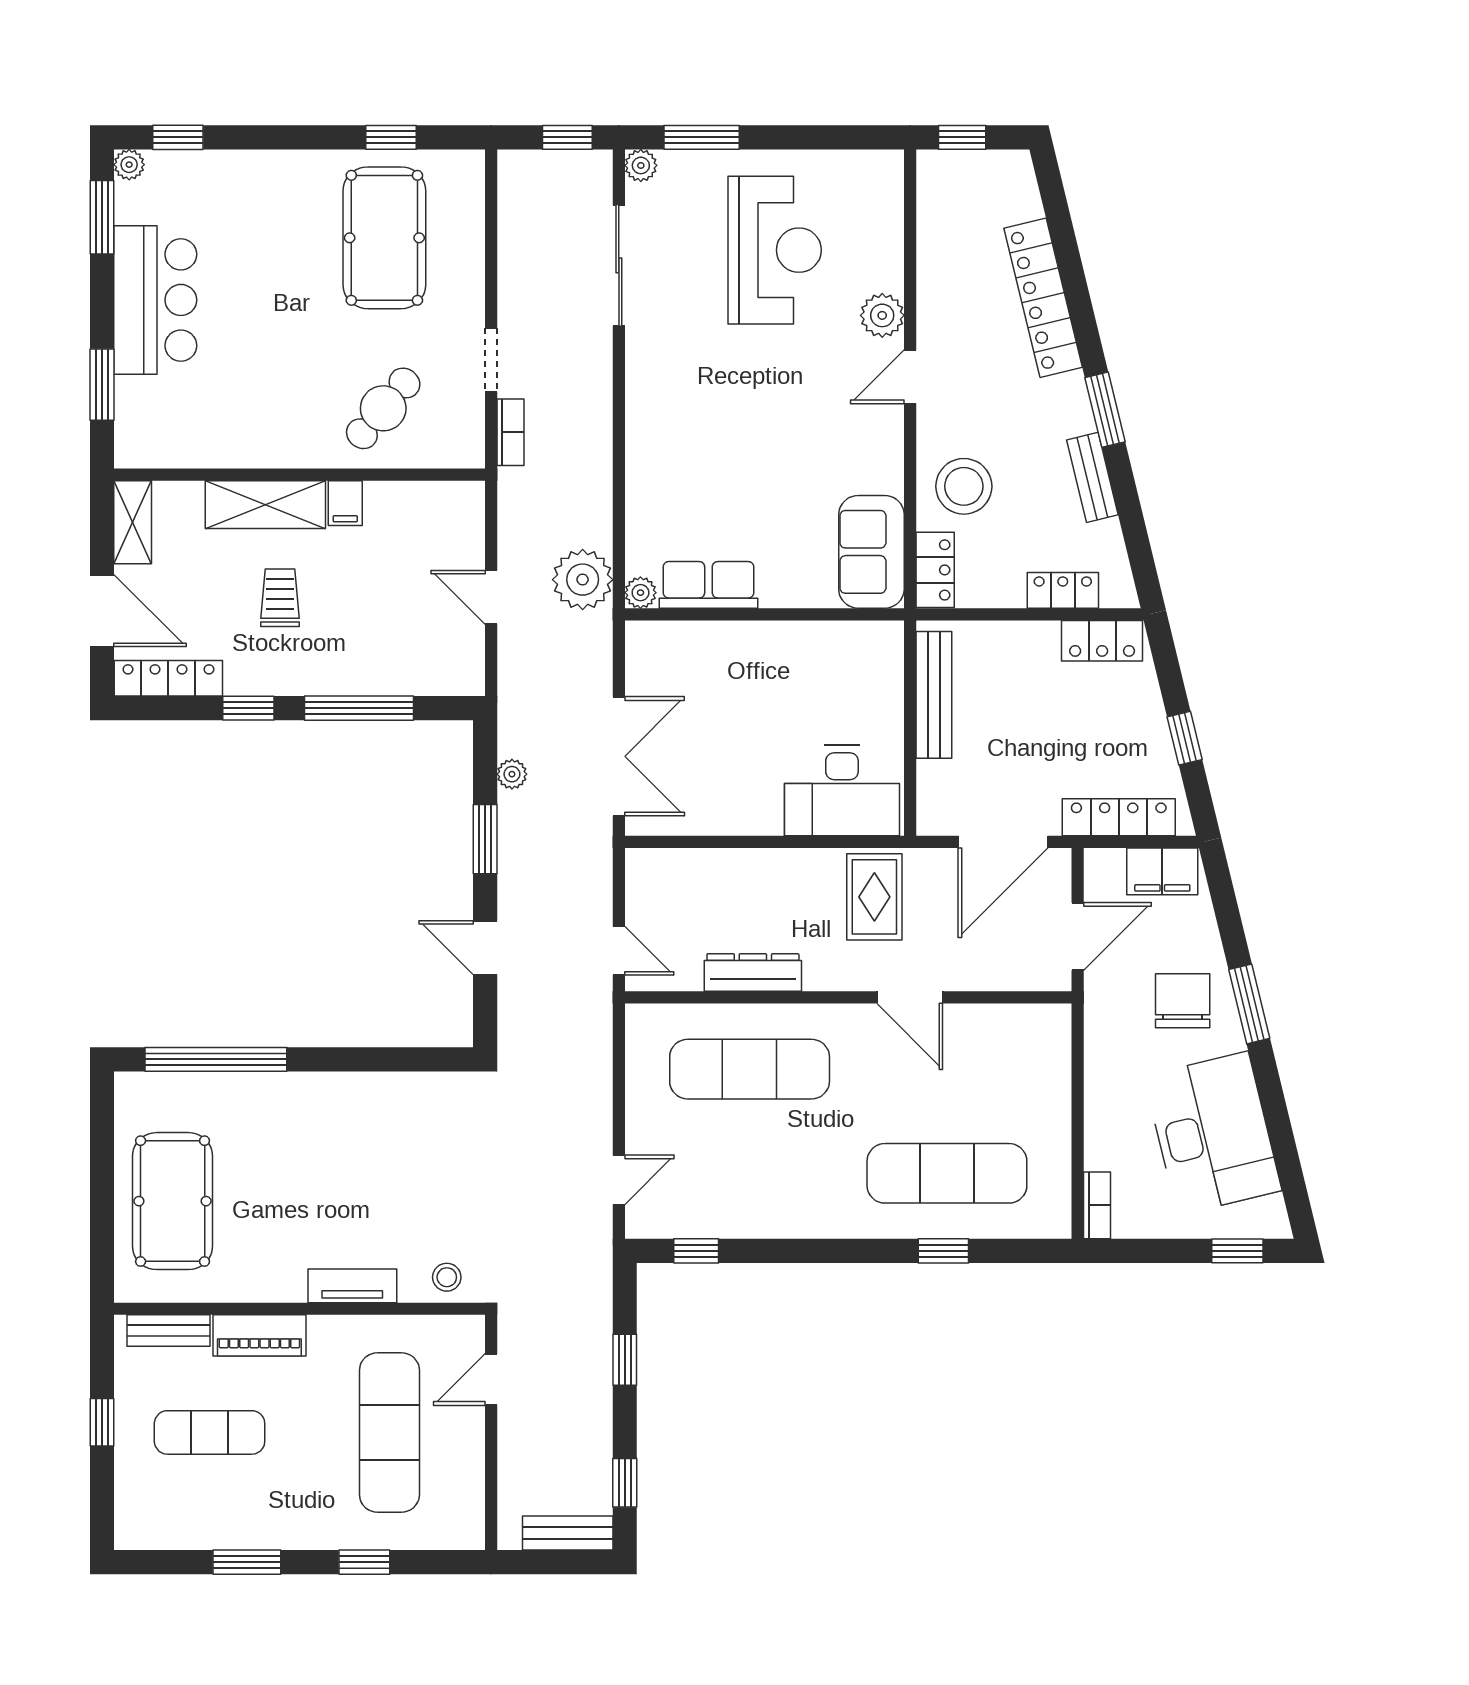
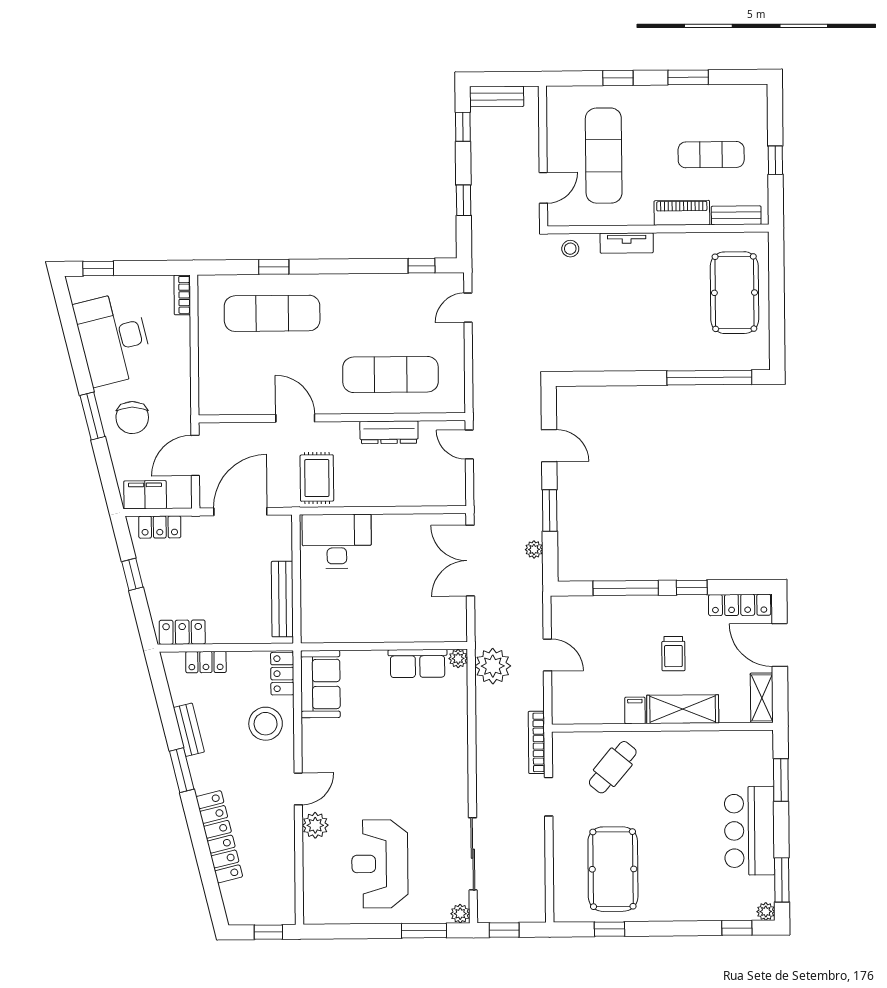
bookcase: (510, 432) -> (537, 742), width x1.56
locker: (1119, 817) -> (160, 527), width x0.66

